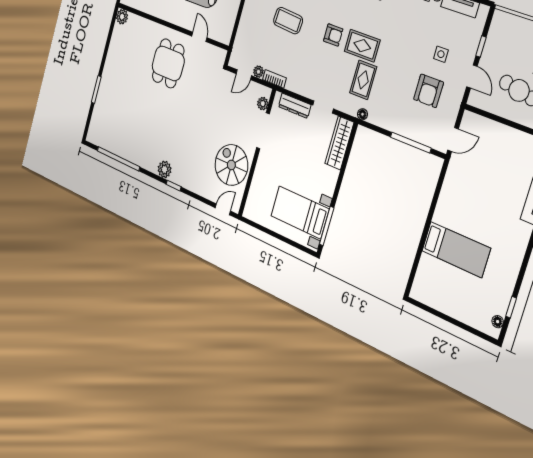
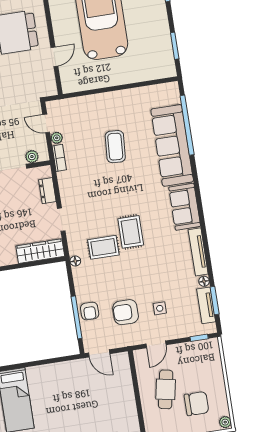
armchair: (333, 35) -> (90, 311), moved
window: (481, 46) -> (199, 338), moved
dresser: (295, 106) -> (47, 191), width x0.70

